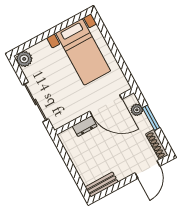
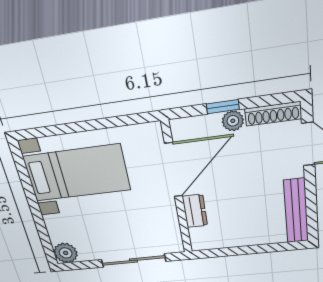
plant: (137, 110) -> (233, 121), moved
window: (151, 118) -> (223, 107), width x0.67
bench: (102, 185) -> (296, 211), width x1.36

